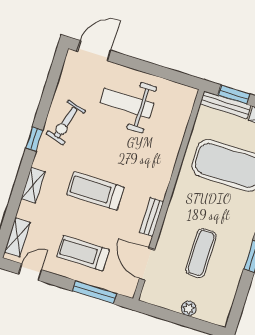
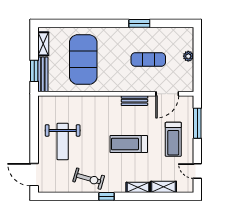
treadmill: (95, 191) -> (129, 144), turned 90
shelving: (17, 237) -> (164, 187), moved

